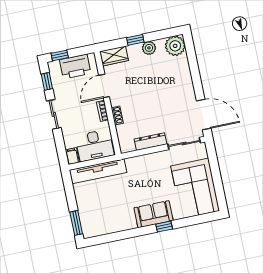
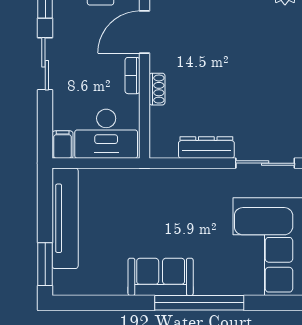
tv unit: (98, 171) -> (65, 218), moved, turned -90
sofa: (153, 214) -> (161, 277), moved
window: (164, 227) -> (199, 303), width x3.17

